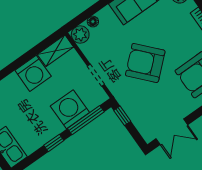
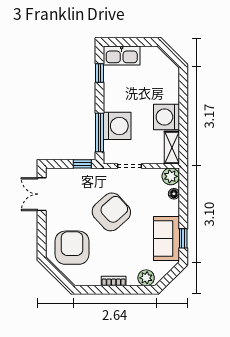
window: (54, 143) -> (99, 73), moved

